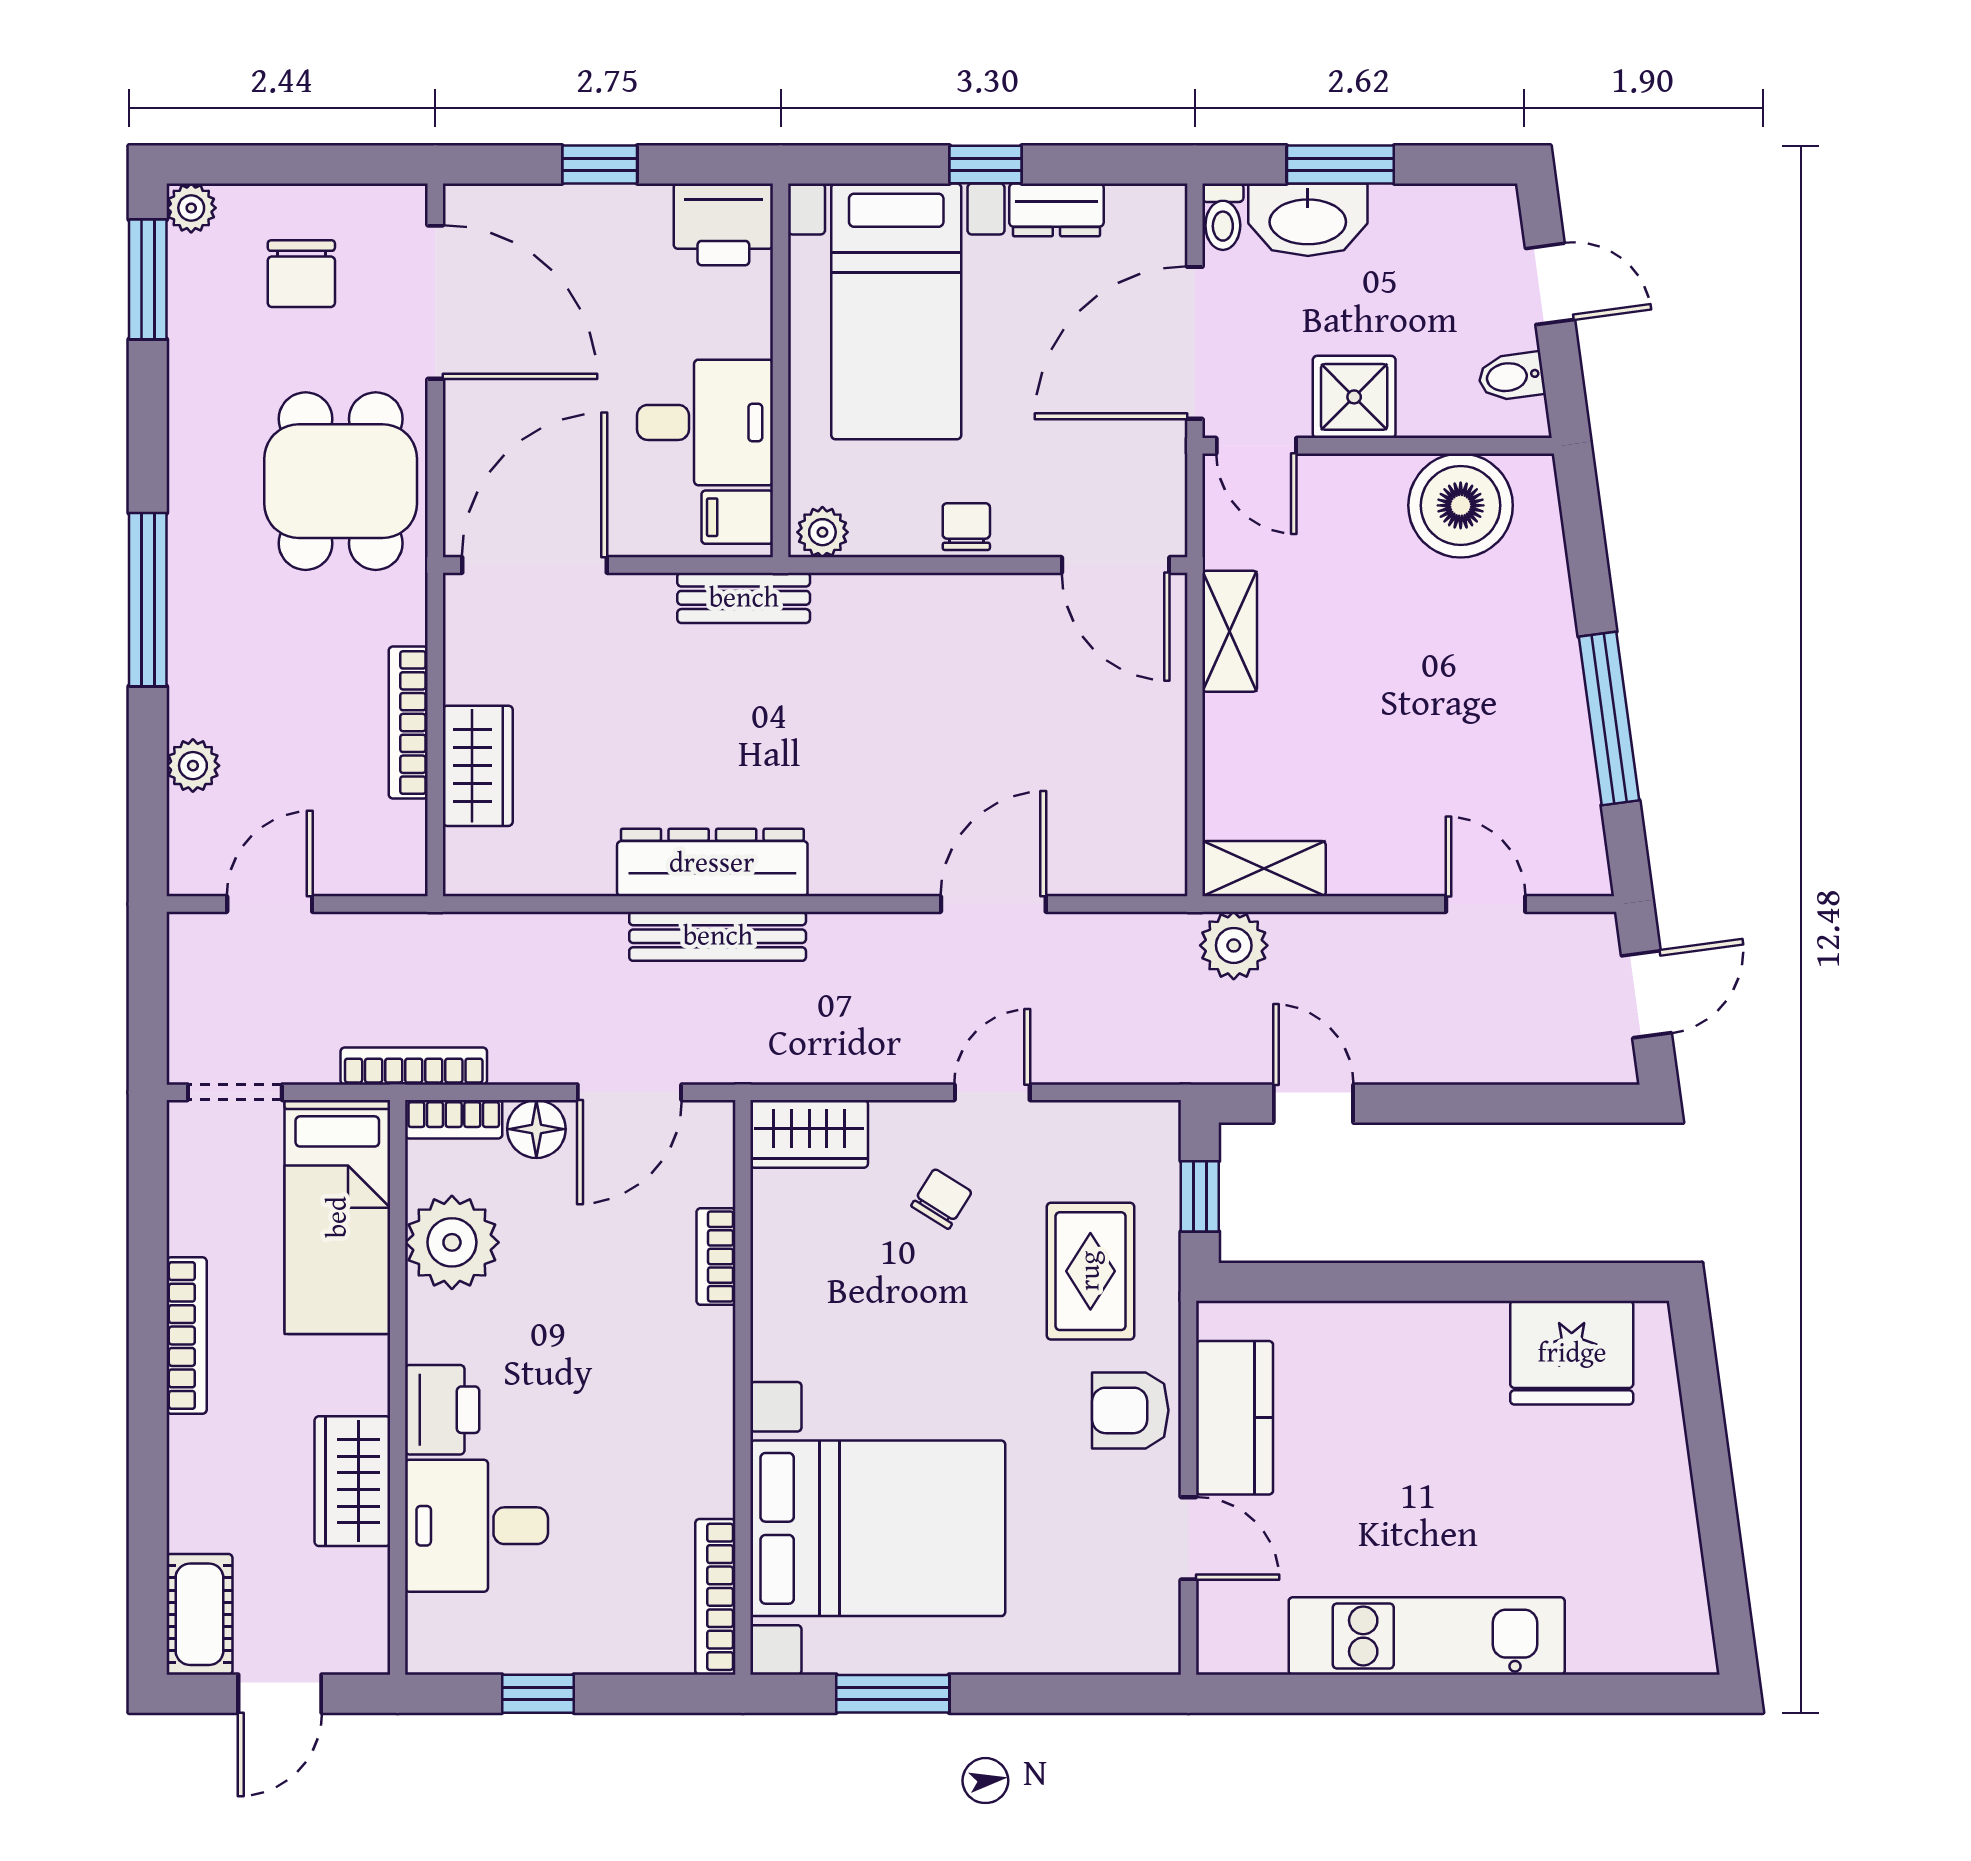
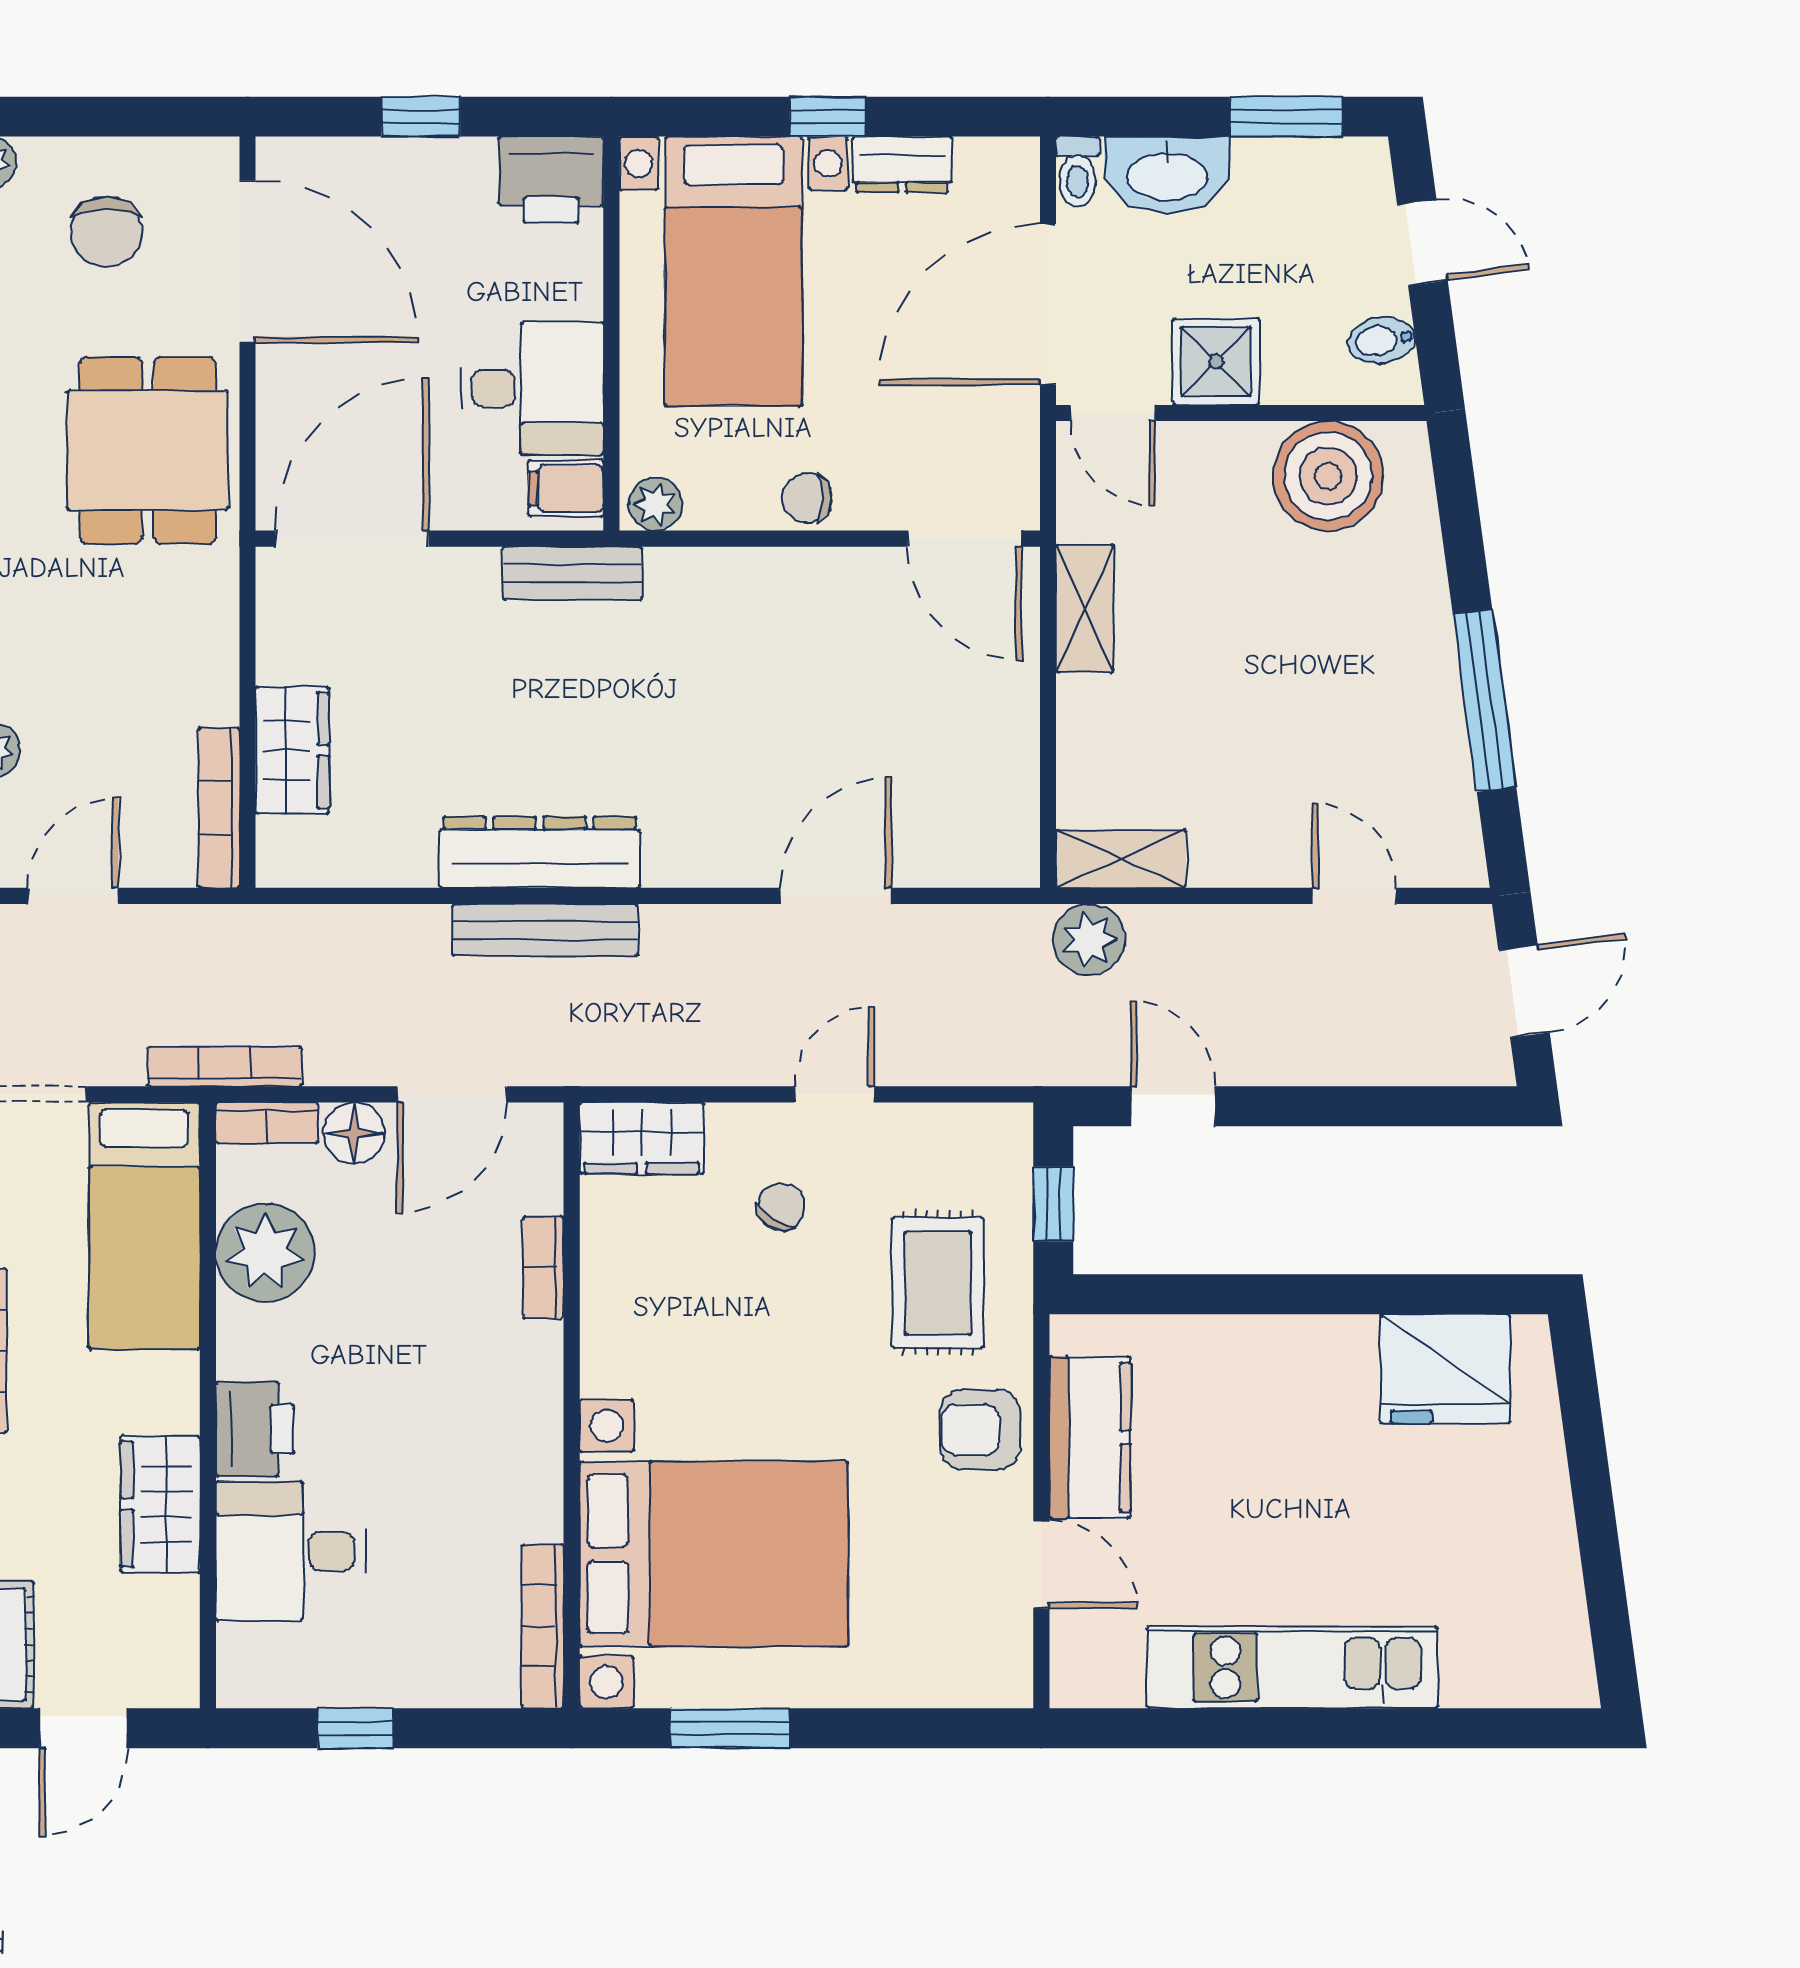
window: (1340, 165) -> (1286, 117), moved
chair: (966, 527) -> (807, 498), turned -90
bookcase: (408, 723) -> (219, 808), moved

